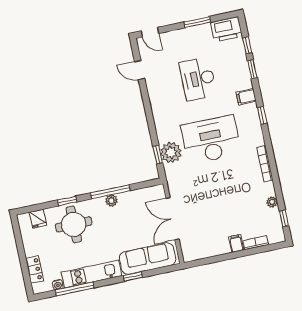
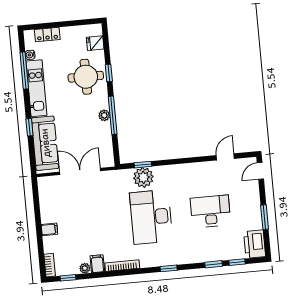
filing cabinet: (246, 97) -> (97, 264), moved
desk: (211, 140) -> (151, 217), turned 180
bookcase: (256, 243) -> (50, 265), moved

